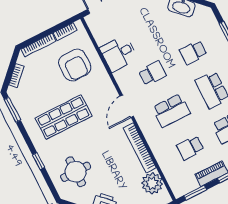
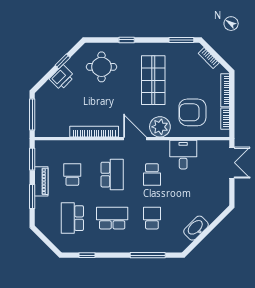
school desk: (171, 110) -> (112, 175), turned 180
plant: (152, 183) -> (160, 127), moved

